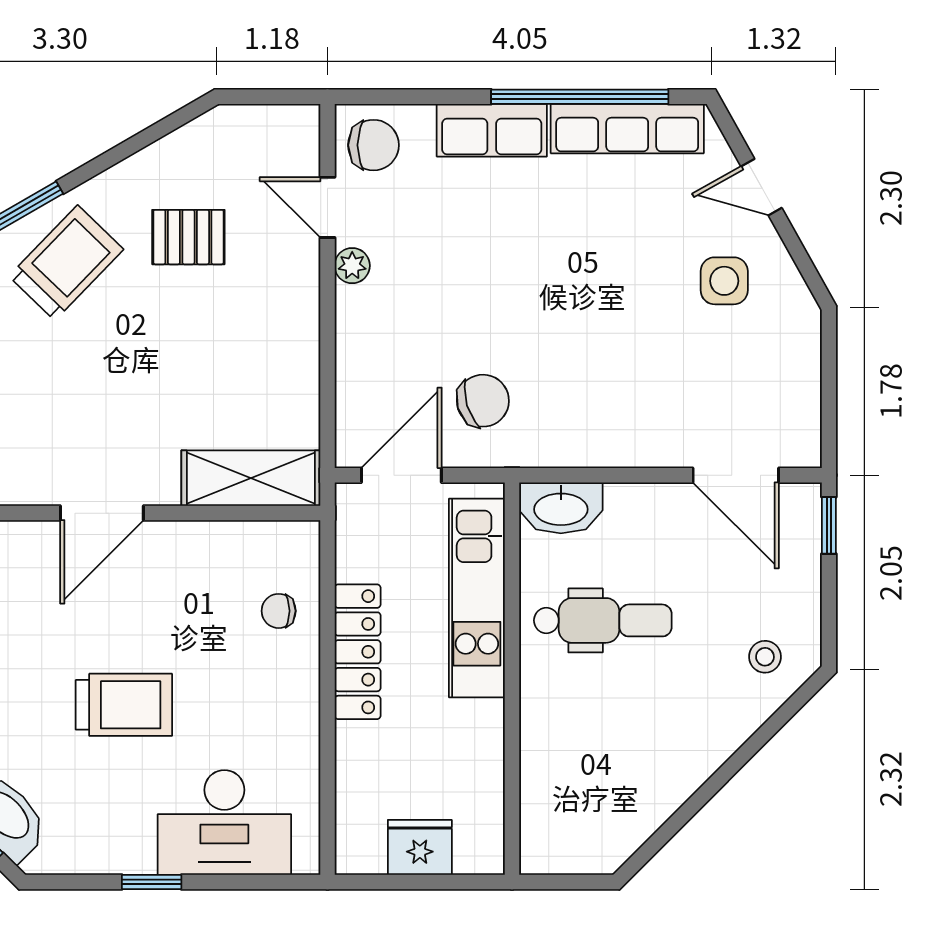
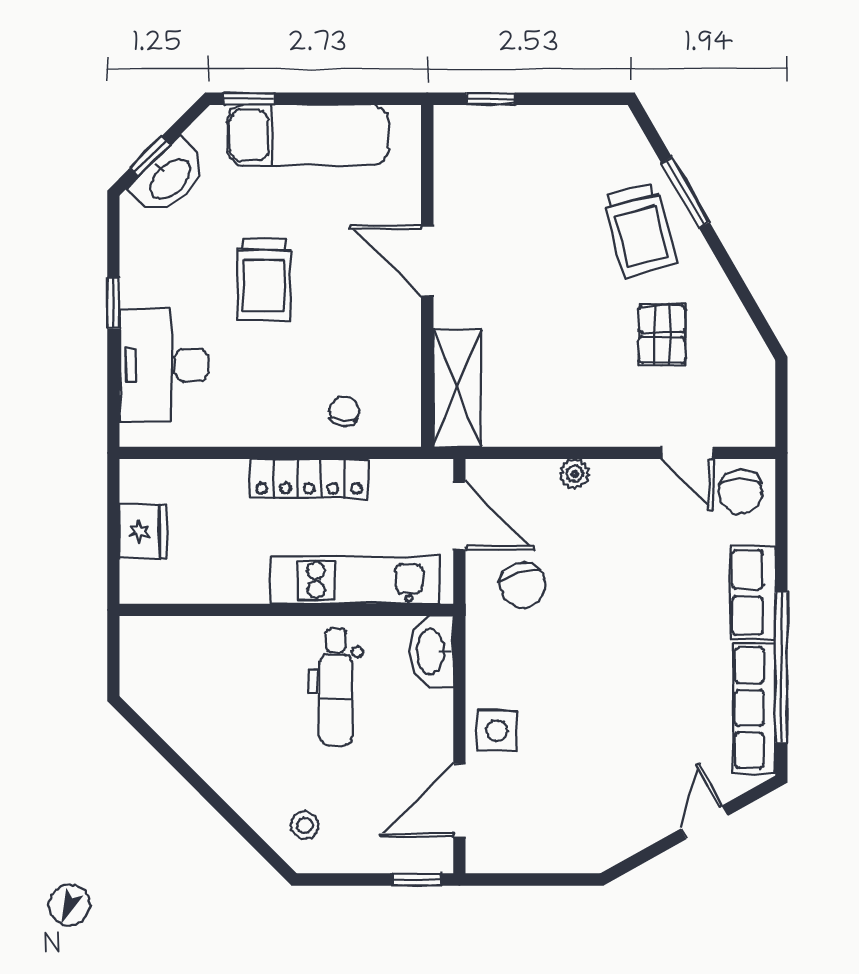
door: (327, 207) -> (687, 453), swing flipped
trolley: (66, 263) -> (640, 230), turned 31
plant: (352, 266) -> (575, 474), moved
side table: (724, 281) -> (497, 730), moved

